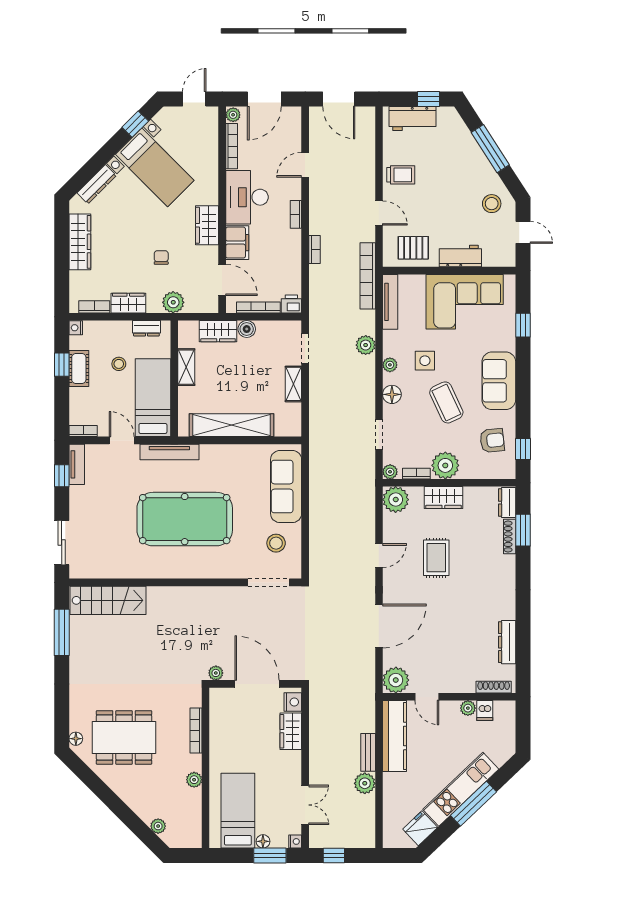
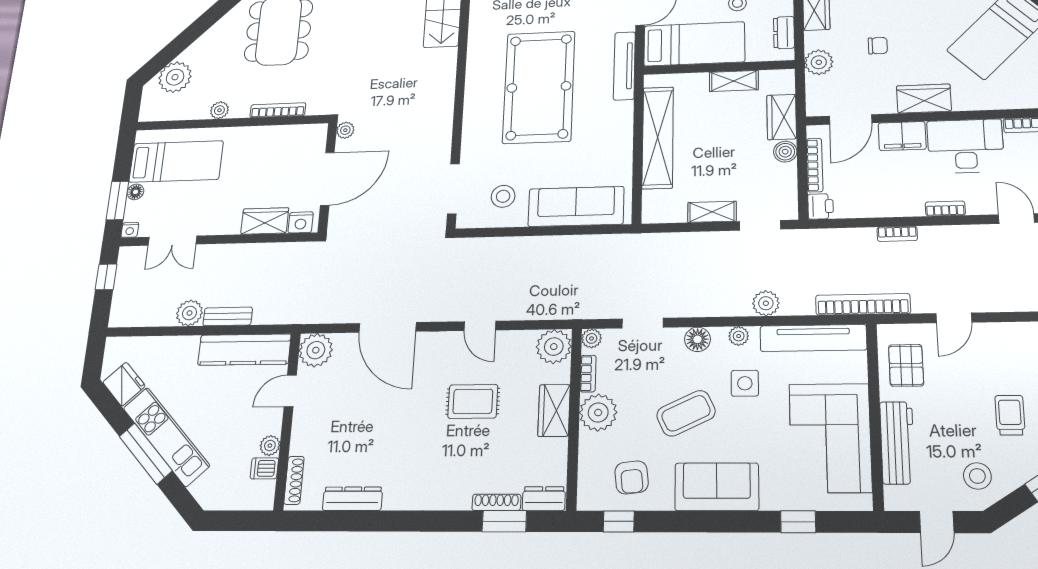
trolley: (401, 175) -> (1010, 415), moved, turned 180
workbench: (460, 256) -> (897, 443), width x1.38
tv unit: (390, 302) -> (813, 338), width x1.36, depth x1.29
plant: (158, 826) -> (175, 77), width x1.88, depth x1.88

